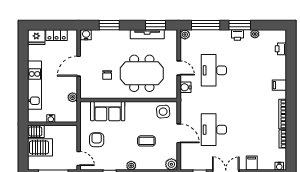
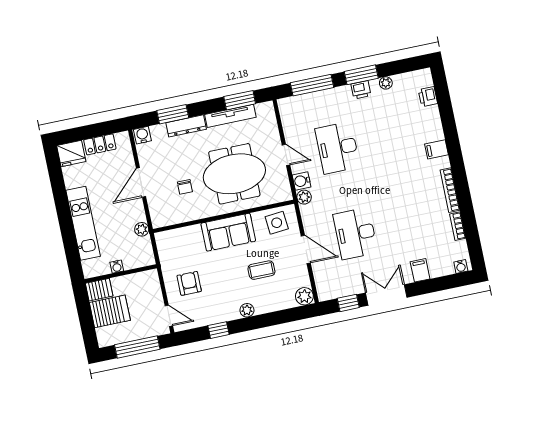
dresser: (116, 35) -> (186, 126), added
plant: (185, 35) -> (304, 197), moved
sofa: (108, 111) -> (228, 232), moved

